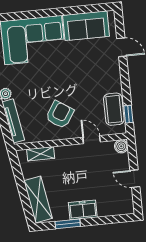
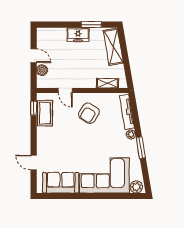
boiler: (121, 146) -> (42, 70), moved

